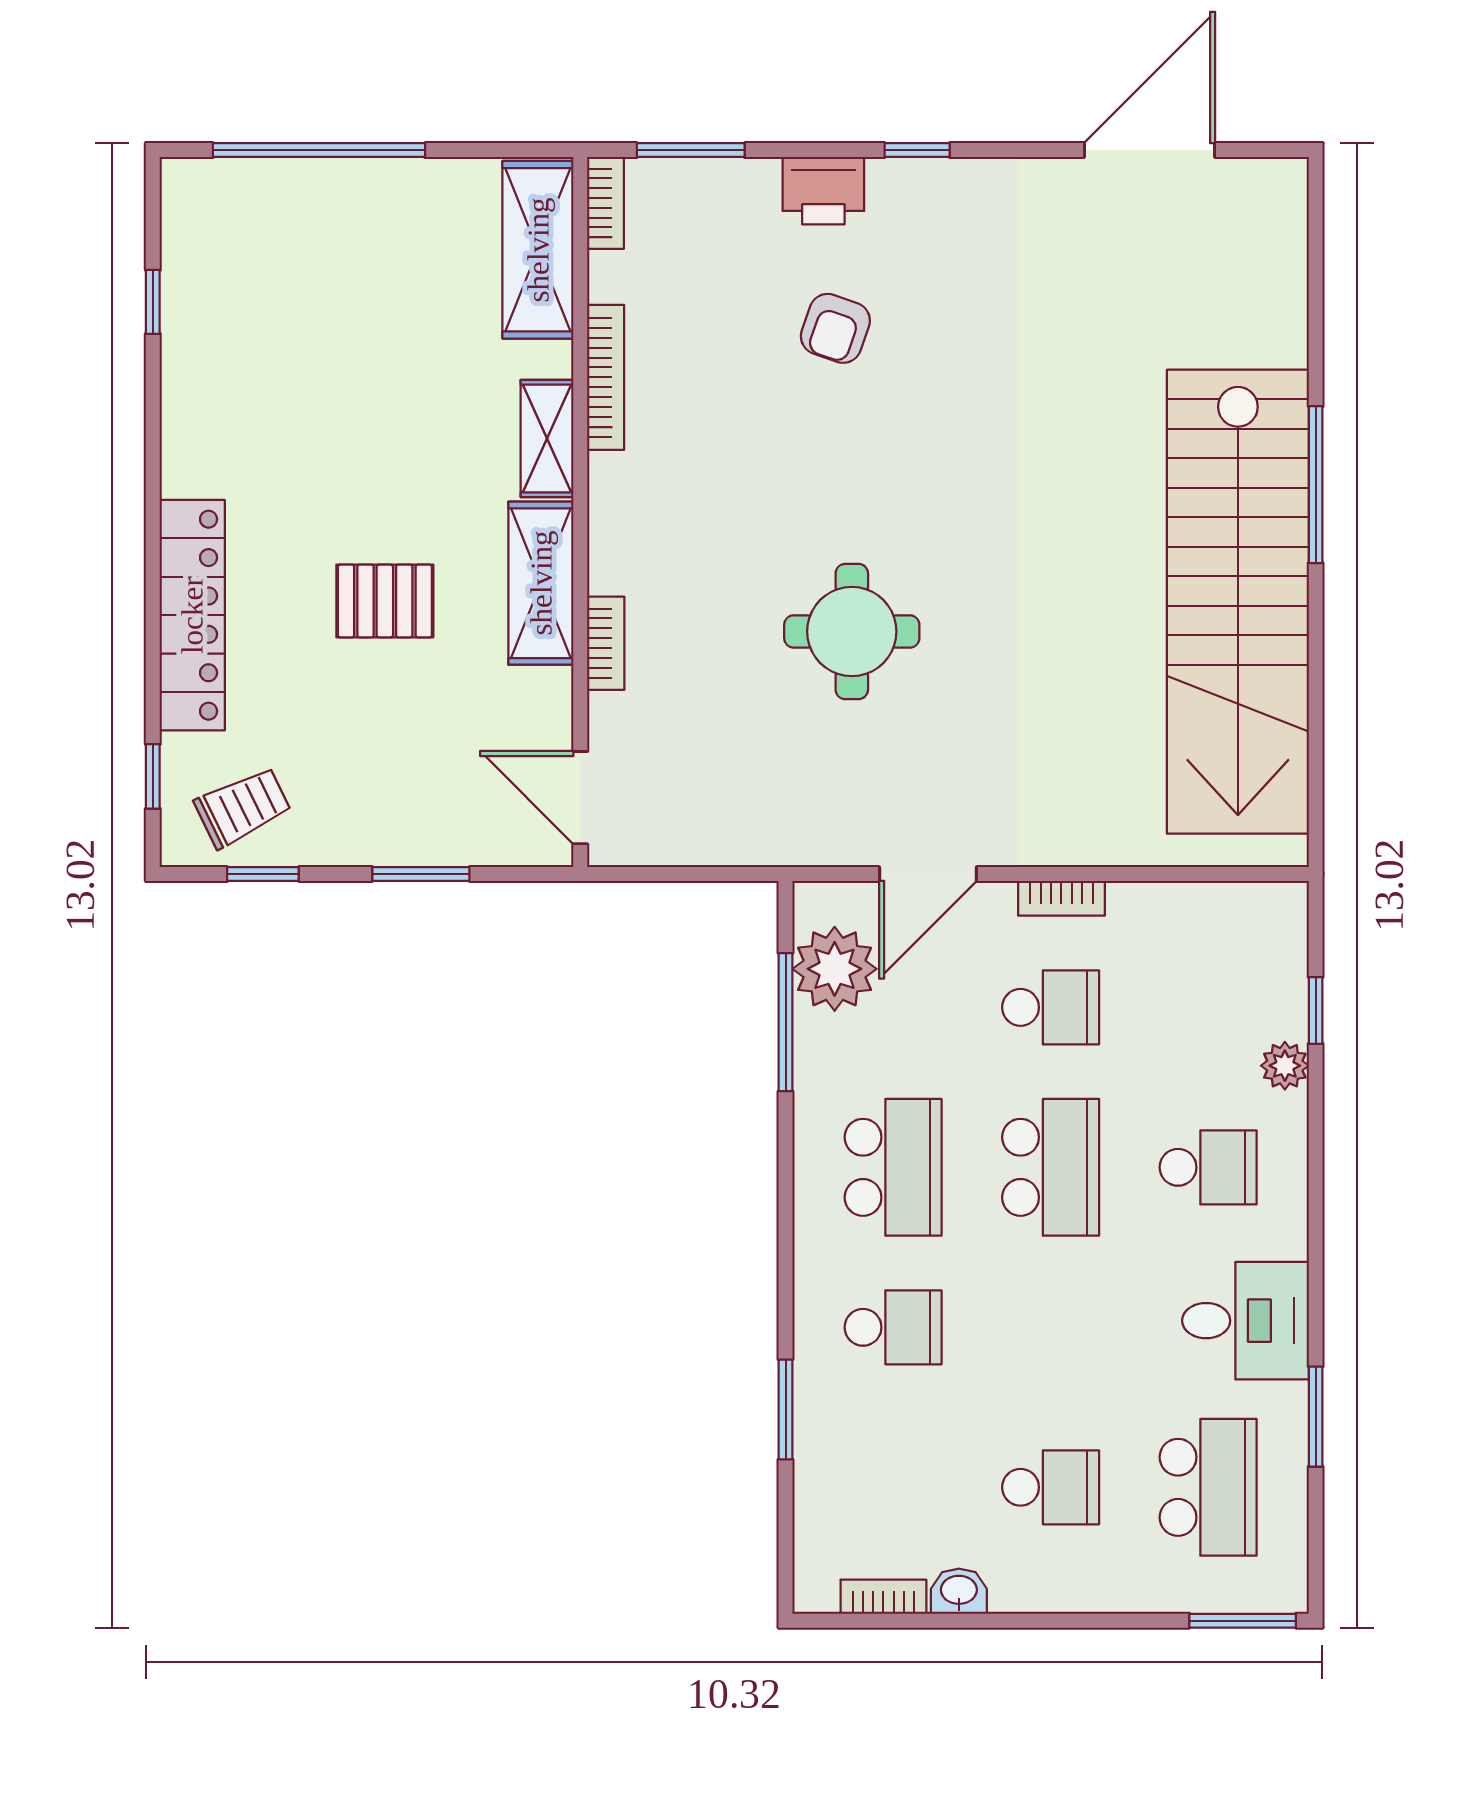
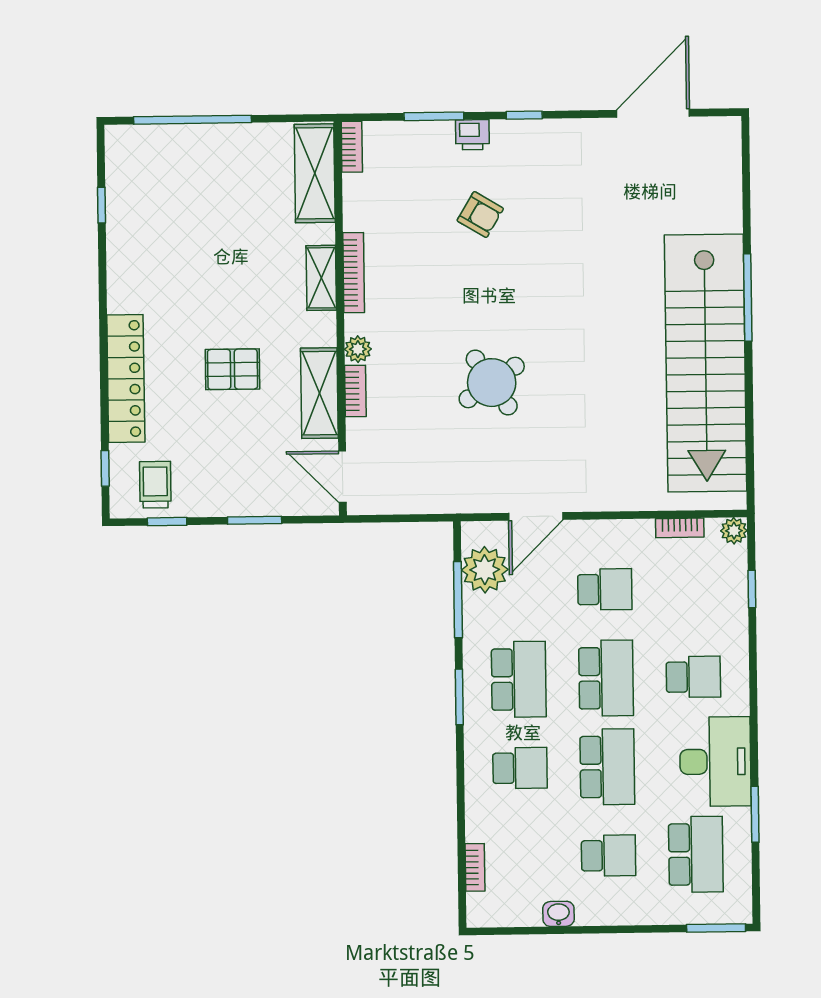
window: (691, 150) -> (434, 116), moved
printer: (823, 191) -> (472, 135), width x0.73, depth x0.81
armchair: (835, 328) -> (480, 215), turned -78
bookcase: (606, 377) -> (354, 273), moved
plant: (611, 568) -> (358, 349), added
shelving: (541, 583) -> (319, 393), moved
round table: (852, 631) -> (492, 383), turned -34
trolley: (243, 807) -> (155, 485), turned -64
bookcase: (1061, 898) -> (680, 528), moved
plant: (1285, 1066) -> (734, 531), moved
desk: (1245, 1321) -> (715, 762), width x1.37
school desk: (1051, 1327) -> (607, 767), added
window: (786, 1409) -> (459, 697), moved
bookcase: (883, 1597) -> (475, 867), moved, turned 90

